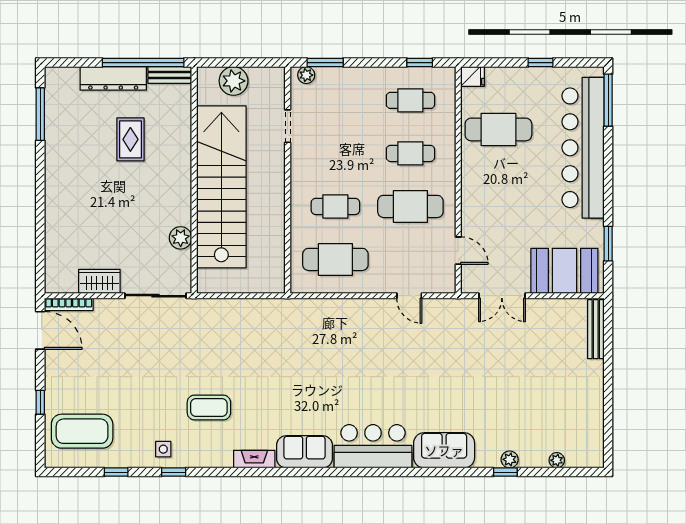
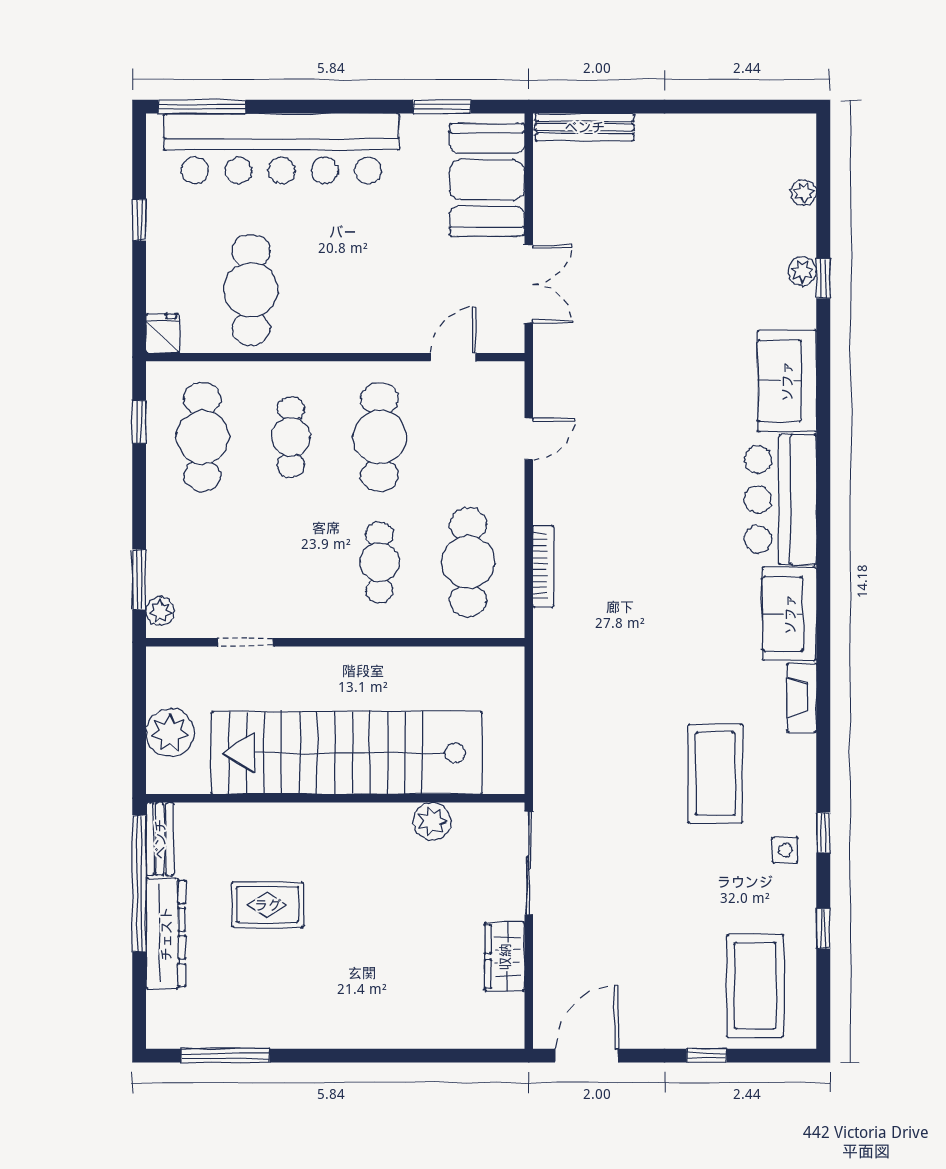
cafe table: (410, 100) -> (202, 437), width x1.37, depth x1.35
bookcase: (69, 304) -> (543, 566), moved
coffee table: (209, 408) -> (715, 774), width x1.36, depth x1.32

